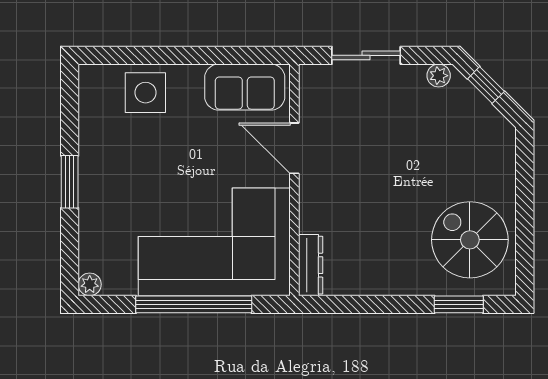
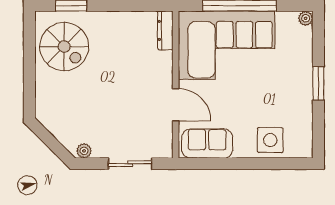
window: (486, 85) -> (54, 145), removed

